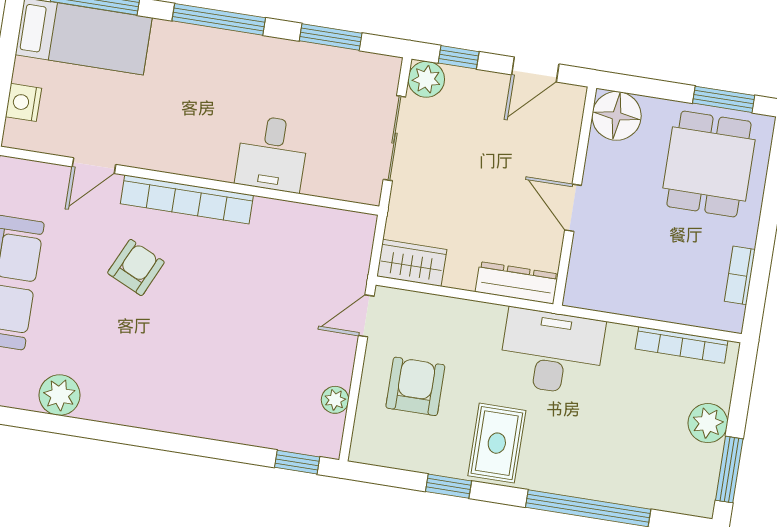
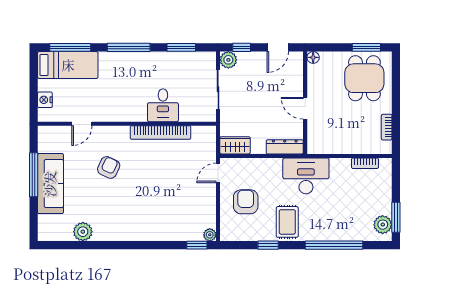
floor lamp: (617, 116) -> (313, 57), width x0.53, depth x0.53
bookcase: (187, 199) -> (161, 133), moved
bookcase: (682, 345) -> (365, 163), width x0.64
plant: (335, 400) -> (210, 235), moved
plant: (708, 423) -> (383, 225), moved

